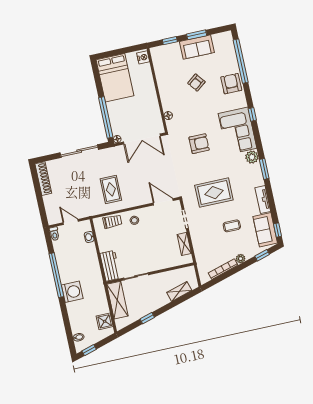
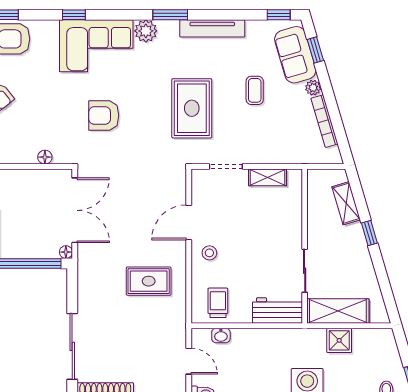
armchair: (199, 144) -> (104, 115), turned -90
sliding door: (79, 151) -> (72, 346), moved
tv unit: (263, 200) -> (212, 28), width x1.41
door: (163, 202) -> (189, 222), moved
door: (71, 222) -> (189, 361), swing flipped
trolley: (112, 222) -> (218, 303), moved
sofa: (265, 230) -> (295, 55), moved, turned 74
window: (147, 318) -> (369, 233), moved
shower: (105, 321) -> (339, 340), moved

